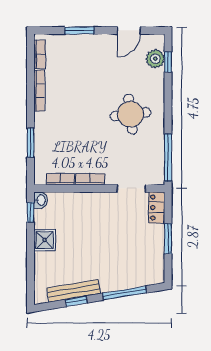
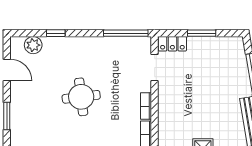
window: (168, 62) -> (56, 33), moved
round table: (130, 114) -> (81, 97), moved

